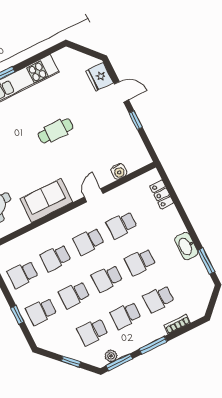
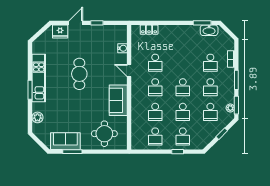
cafe table: (56, 131) -> (79, 74), width x1.37, depth x1.35
washbasin: (186, 246) -> (209, 30), moved
school desk: (140, 262) -> (183, 63), removed

